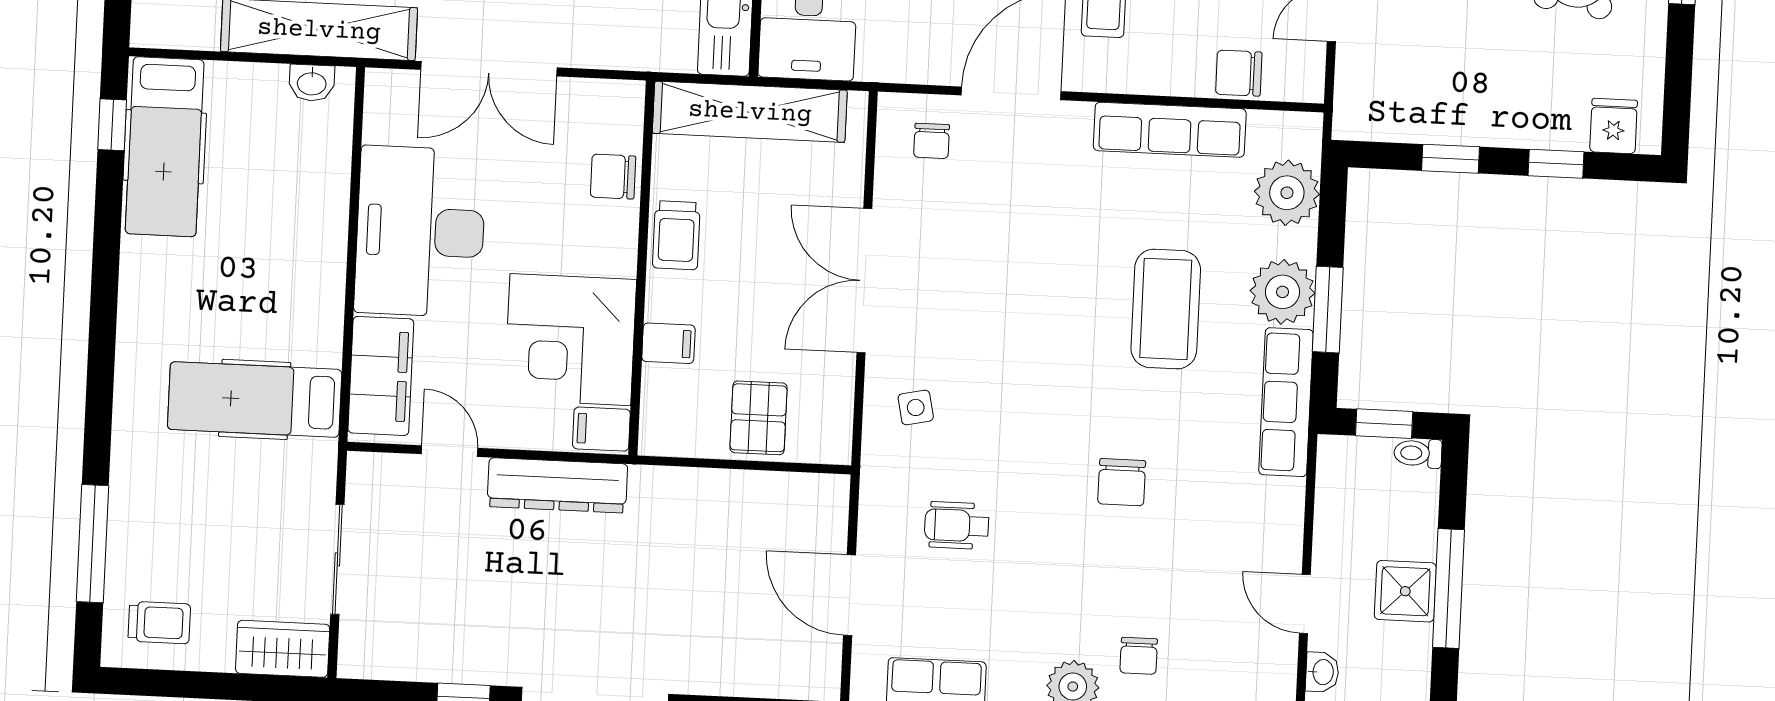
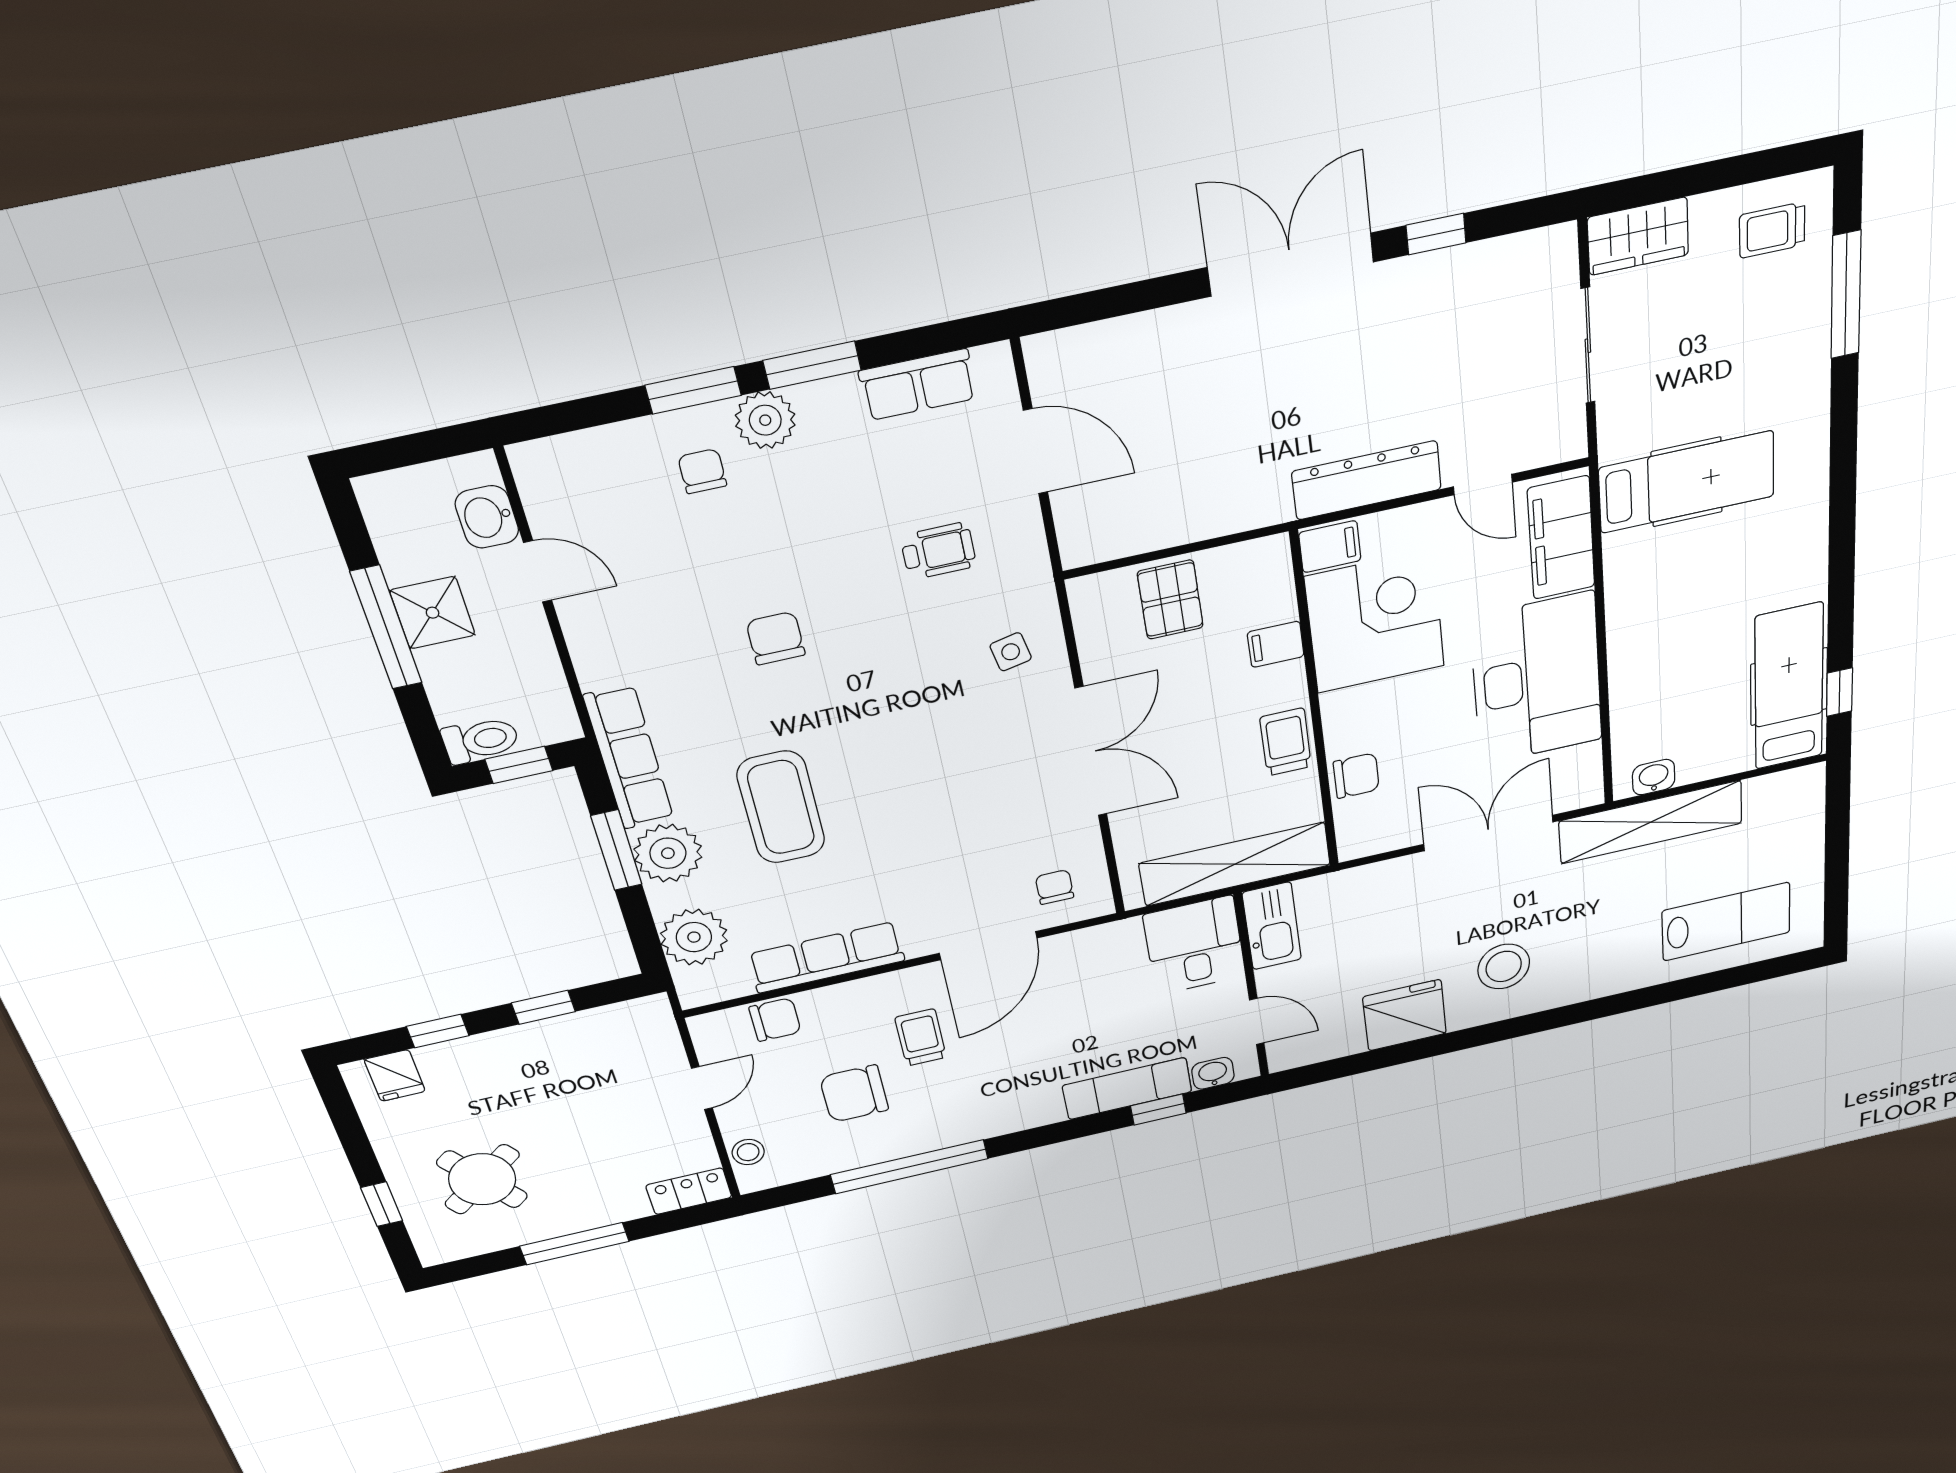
toilet: (1418, 453) -> (481, 740), width x1.37, depth x1.39
washbasin: (1322, 672) -> (487, 517), width x1.38, depth x1.45

